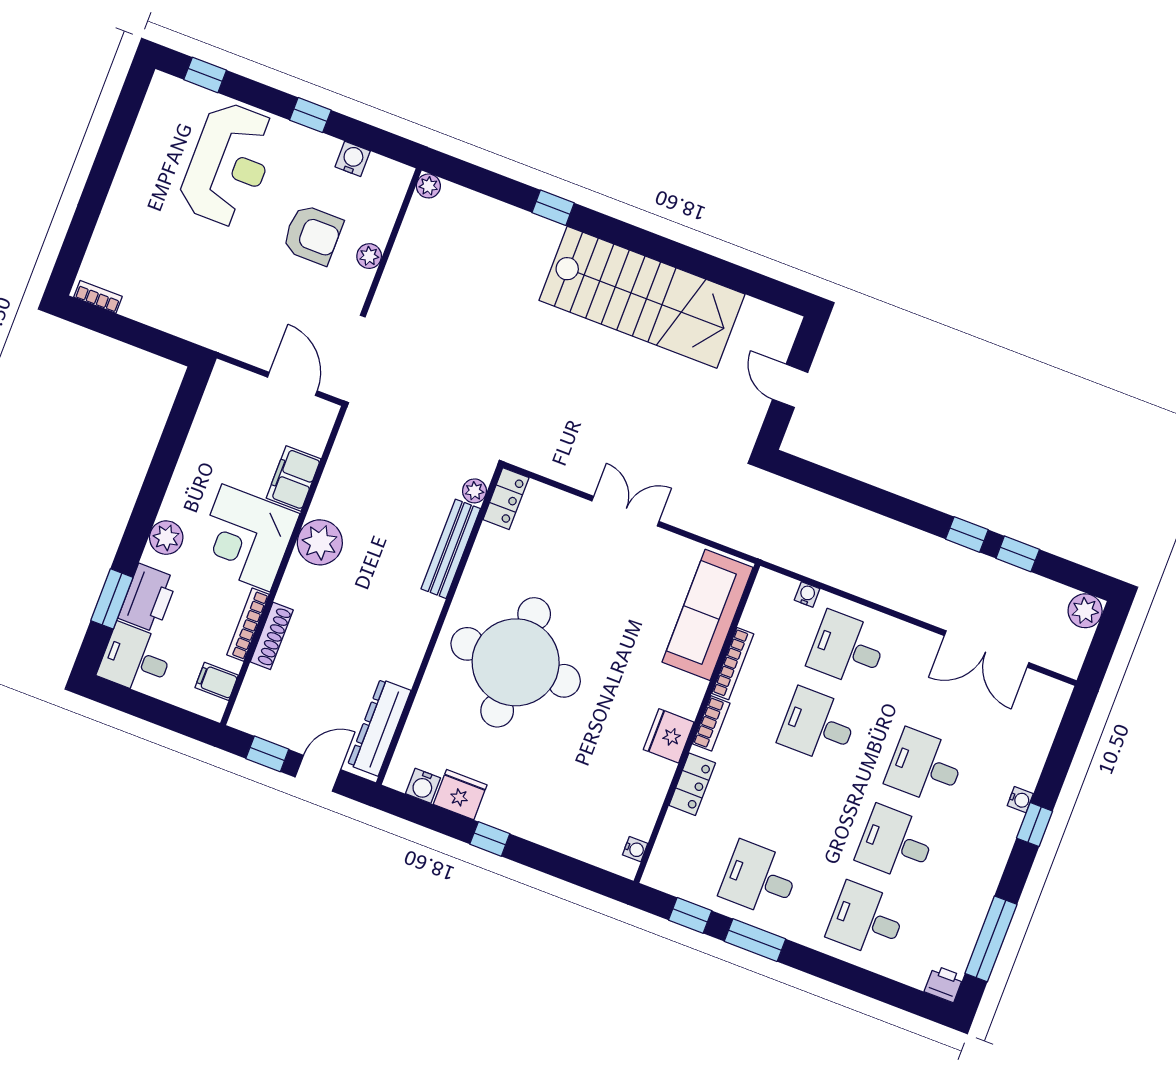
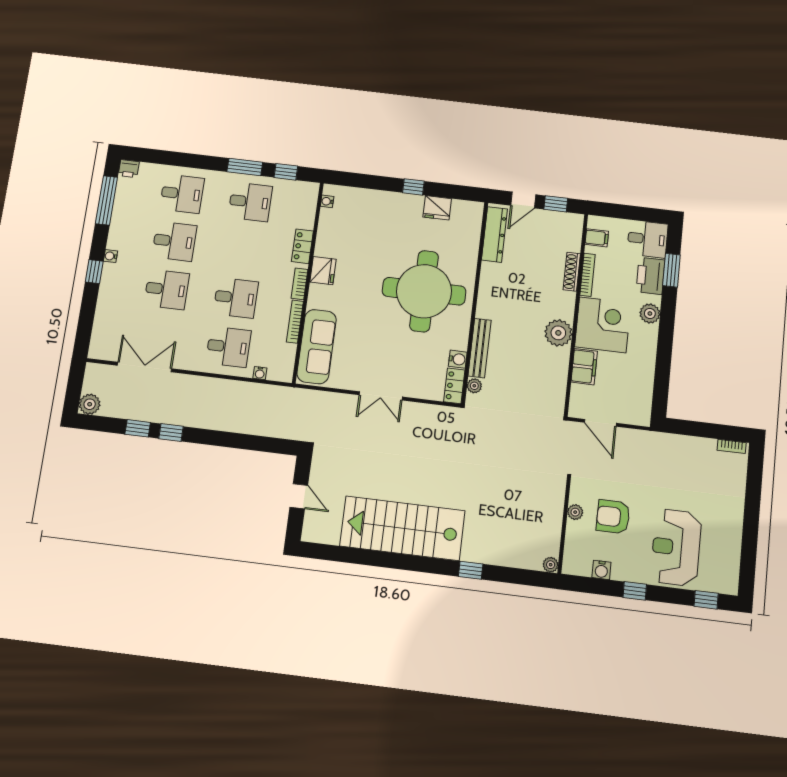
water cooler: (423, 786) -> (458, 359), moved, turned 90
water cooler: (1020, 800) -> (111, 256), moved

